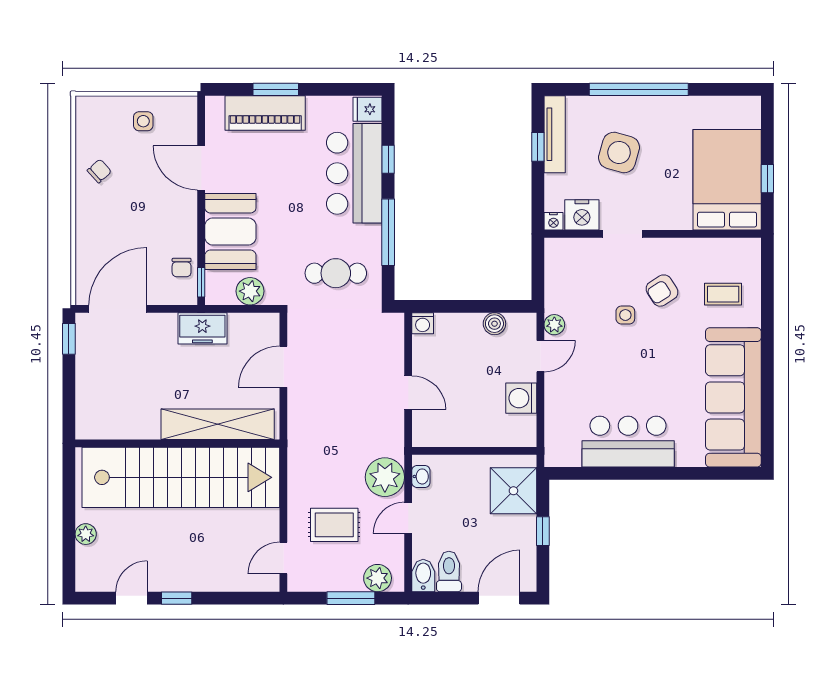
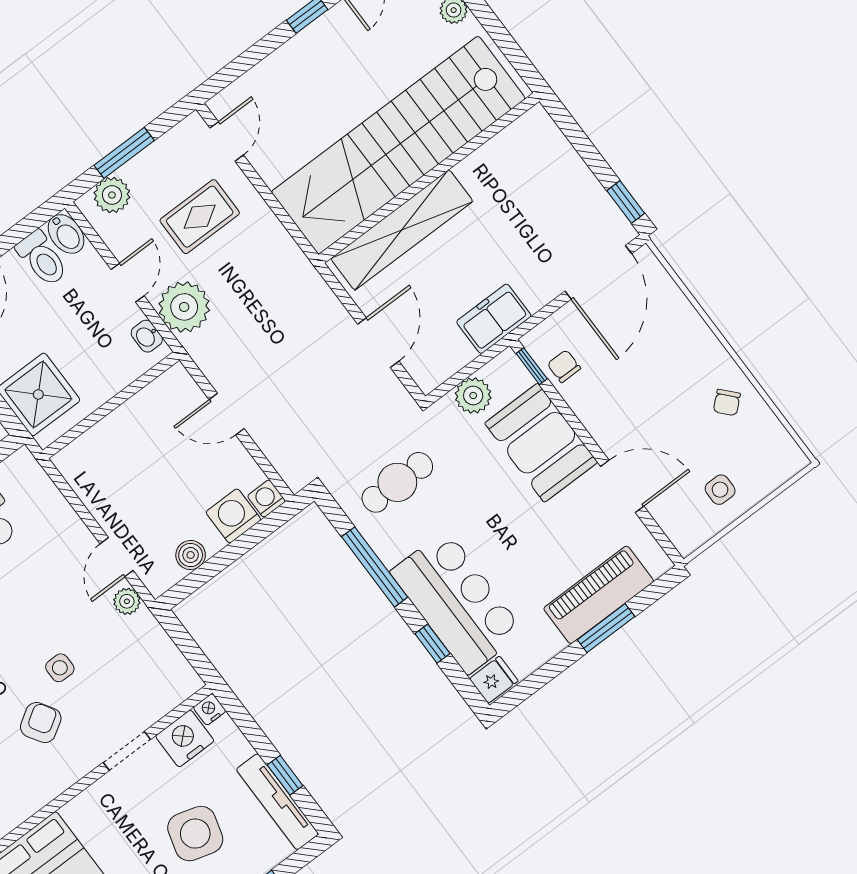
washing machine: (521, 398) -> (233, 516), moved, turned -90

